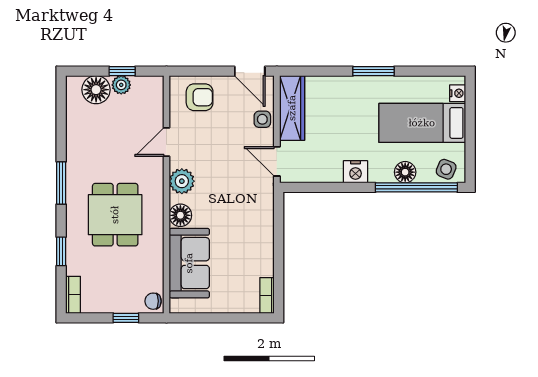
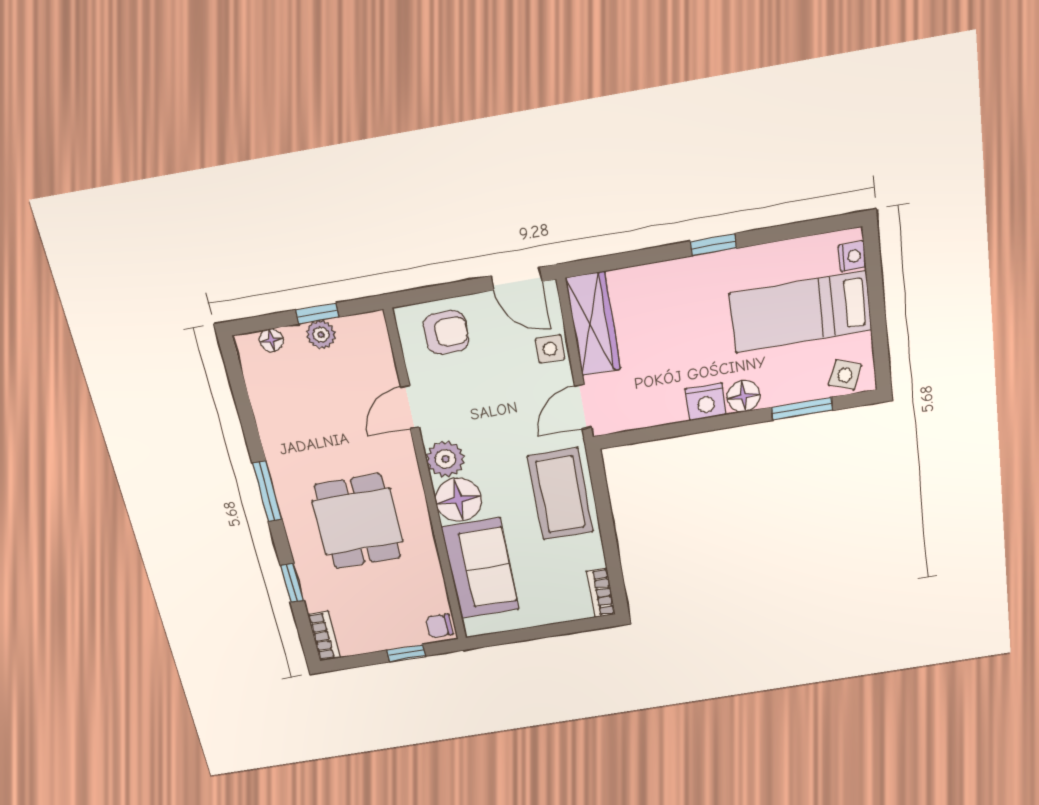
window: (373, 71) -> (713, 245), width x0.67
floor lamp: (96, 90) -> (271, 340), width x0.53, depth x0.53
door: (277, 161) -> (583, 407), hinge flipped
floor lamp: (405, 172) -> (743, 396), moved
window: (416, 187) -> (802, 409), width x0.47
floor lamp: (180, 215) -> (458, 500), width x1.38, depth x1.38
coffee table: (252, 219) -> (560, 494), added

